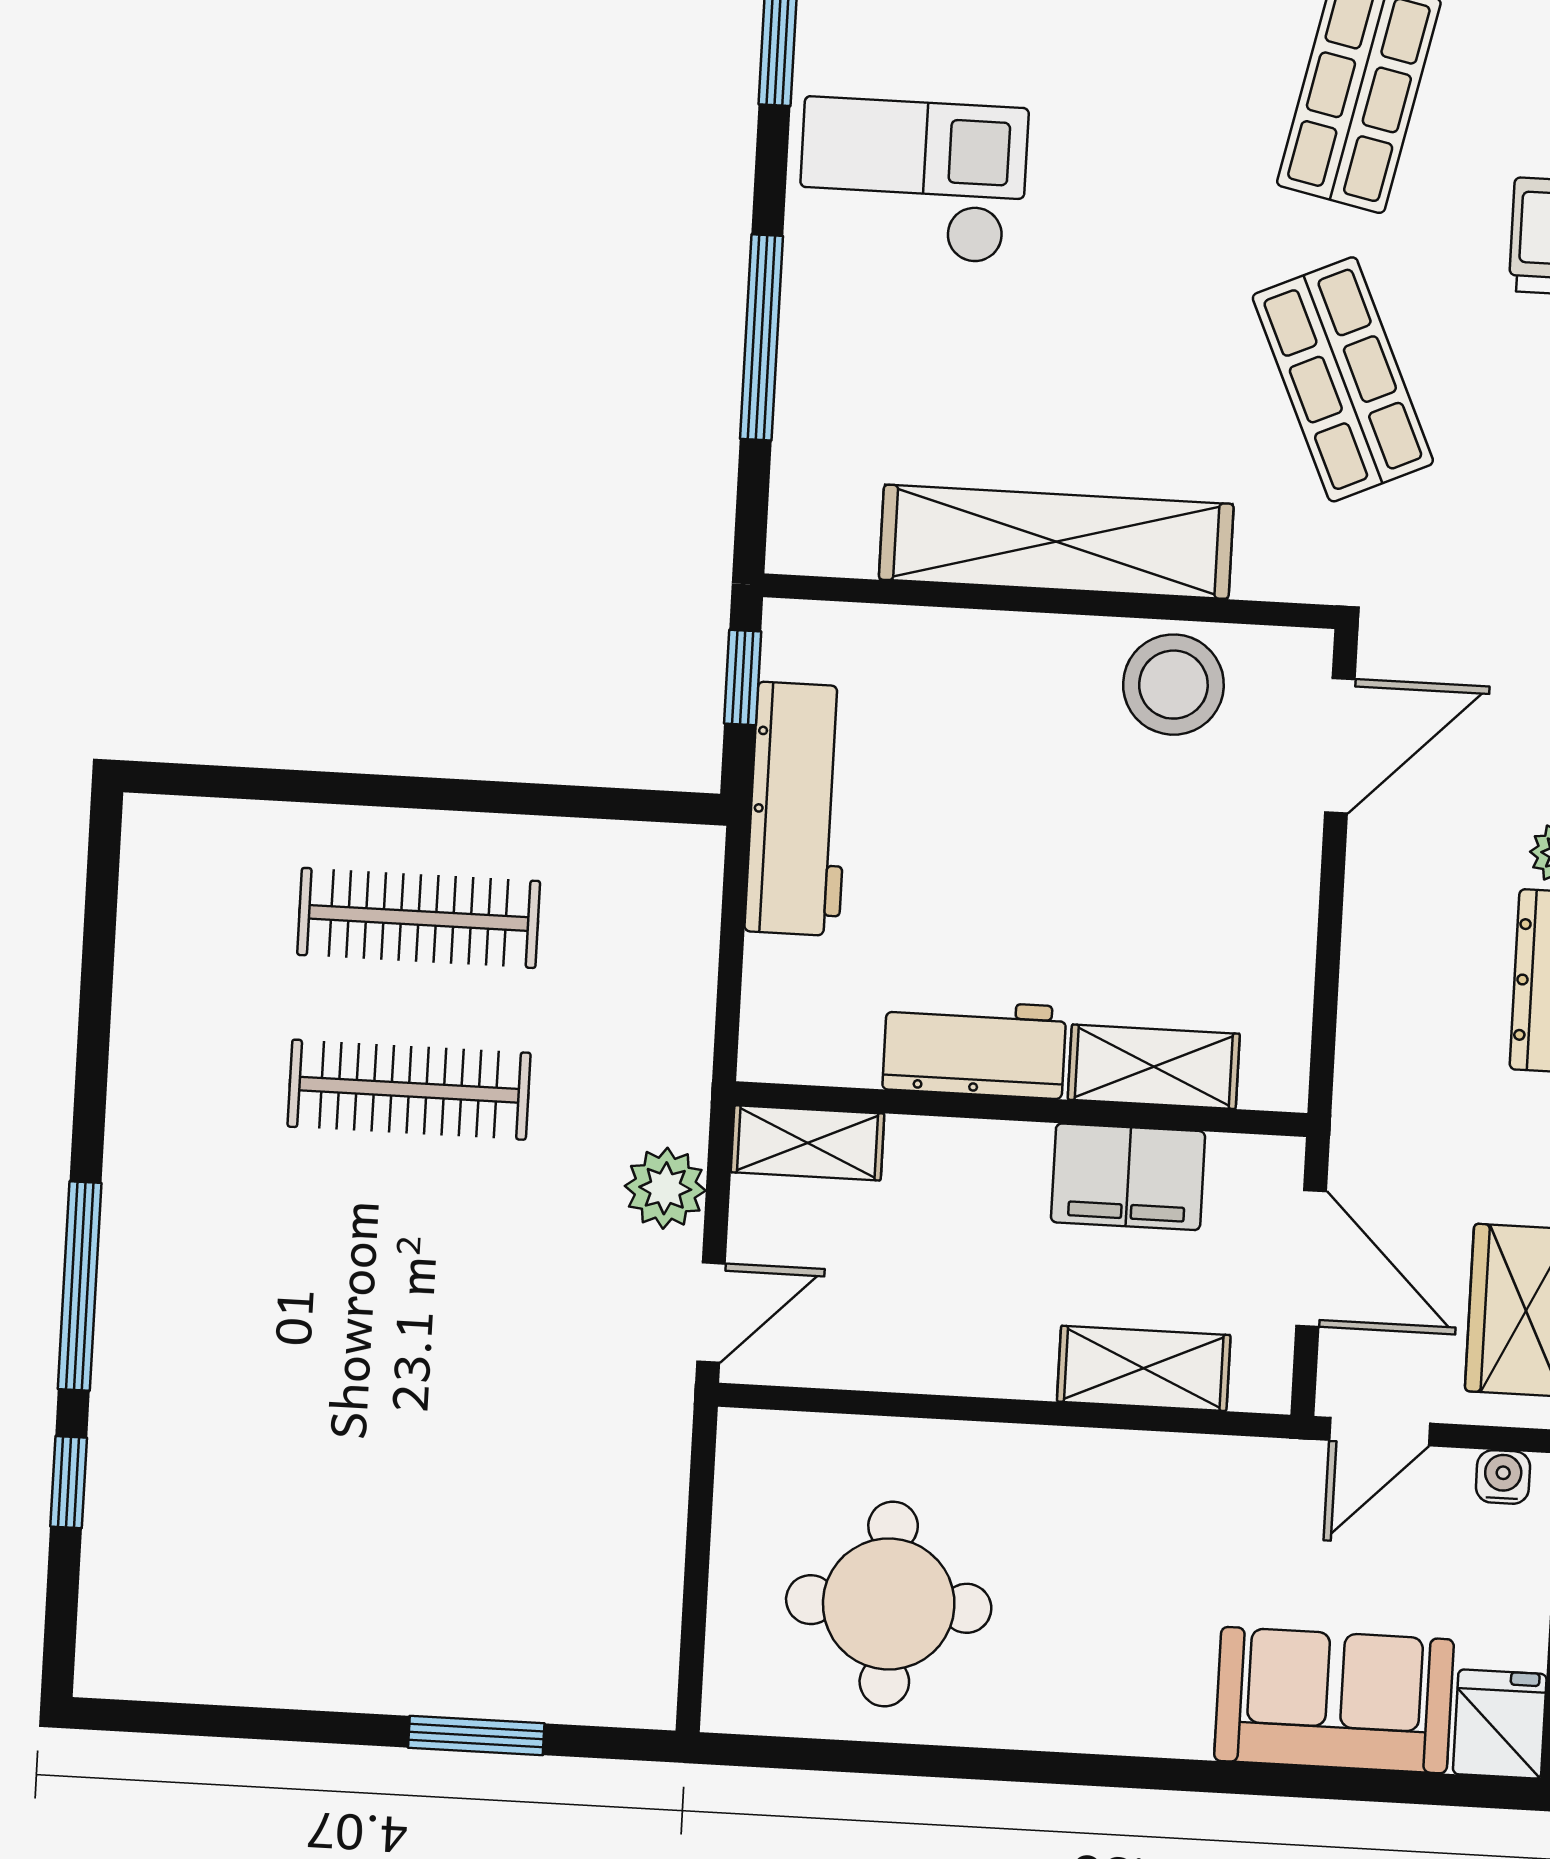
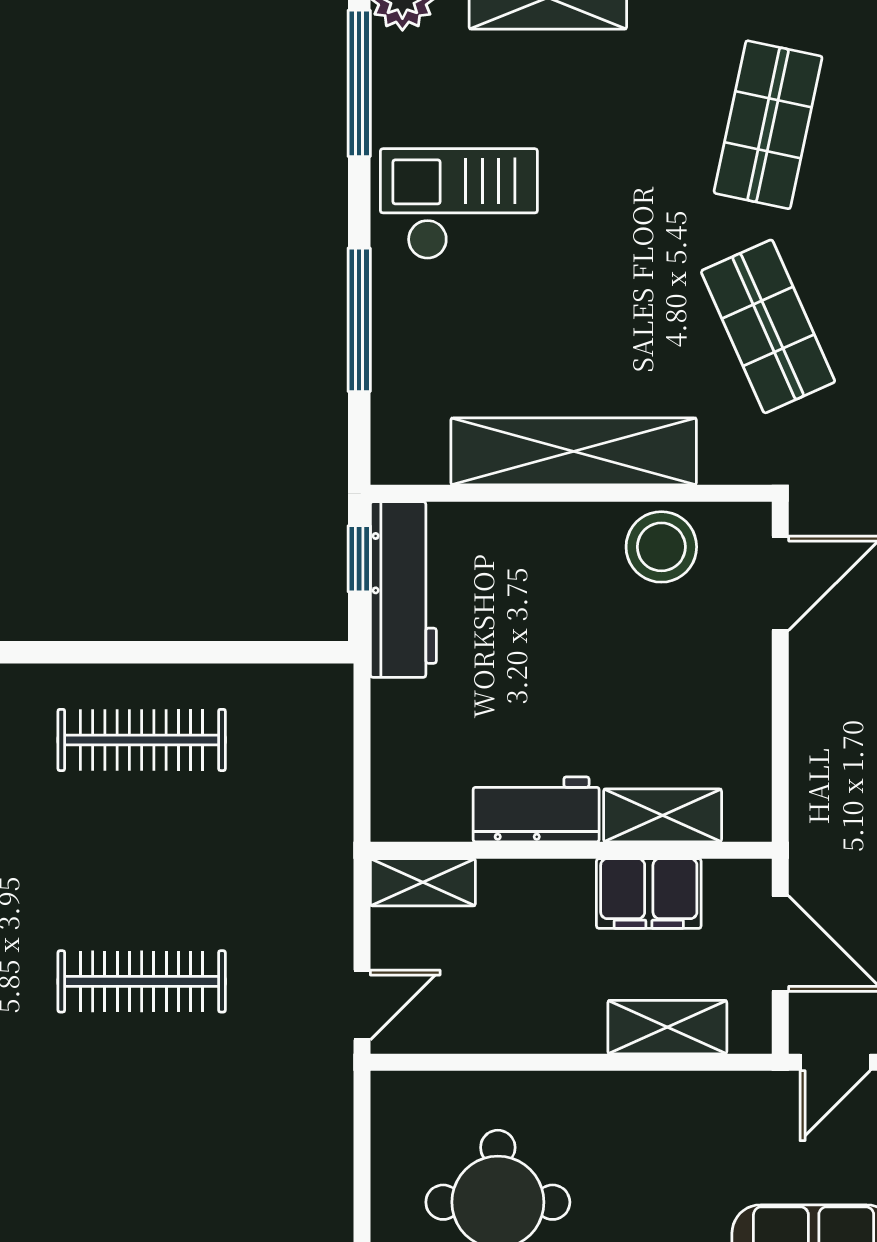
workbench: (798, 809) -> (403, 589), moved
clothes rail: (409, 1090) -> (142, 981), moved
plant: (665, 1188) -> (325, 920), removed

